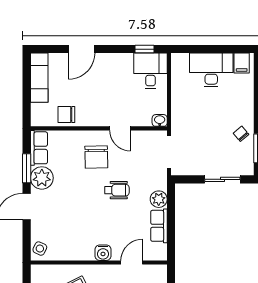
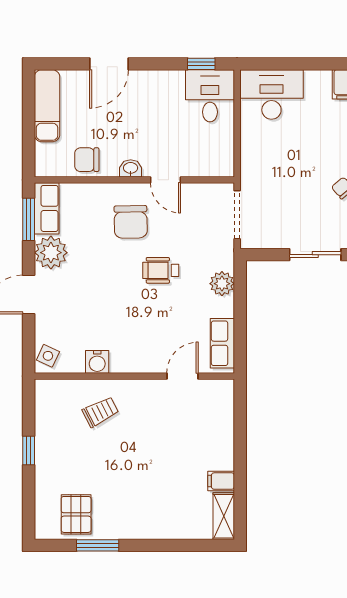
desk: (211, 70) -> (271, 94), moved
washbasin: (160, 120) -> (131, 168), moved
window: (27, 168) -> (29, 219), moved
wheelchair: (117, 190) -> (161, 270), turned 180
row of seats: (159, 226) -> (222, 343), moved
water cooler: (103, 253) -> (97, 362), moved

